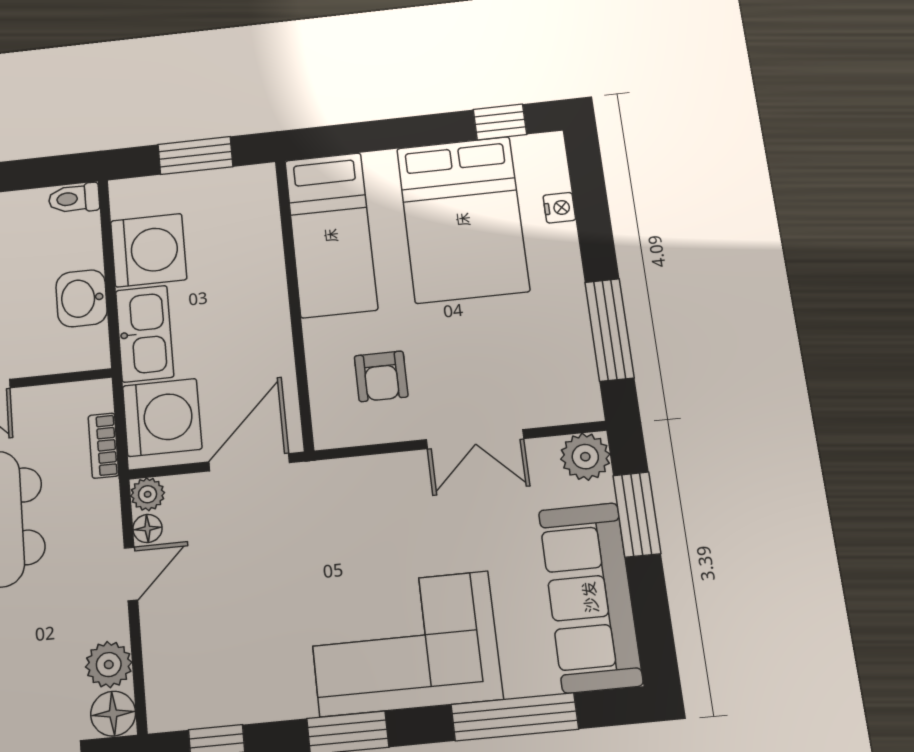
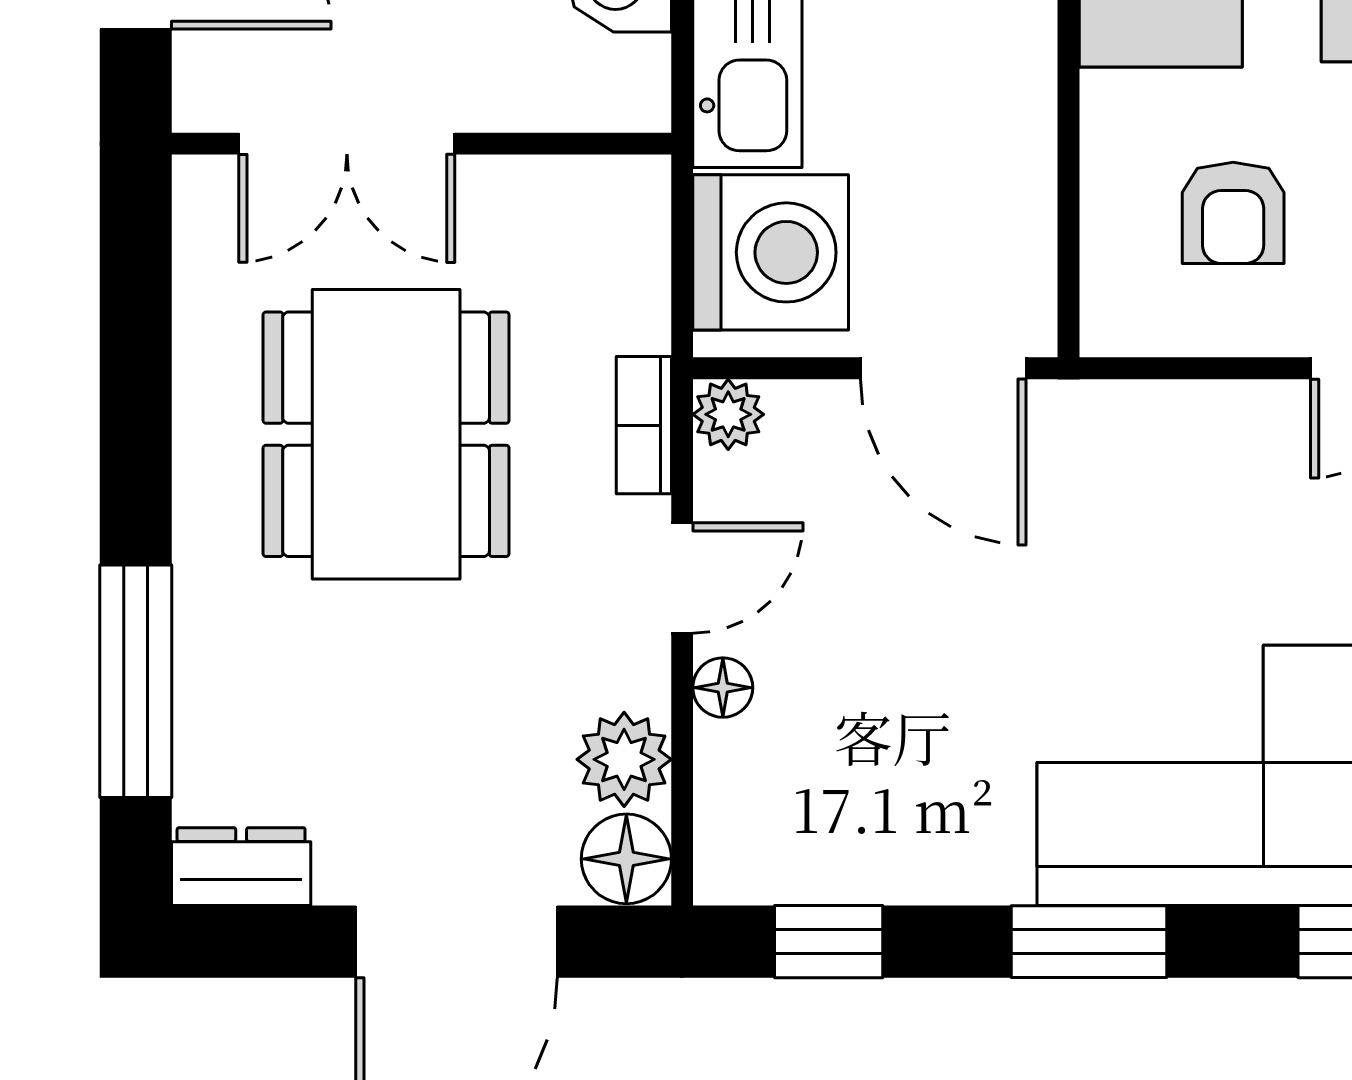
bookcase: (103, 446) -> (644, 425), moved
door: (249, 462) -> (943, 368), swing flipped
floor lamp: (147, 529) -> (723, 688), moved

